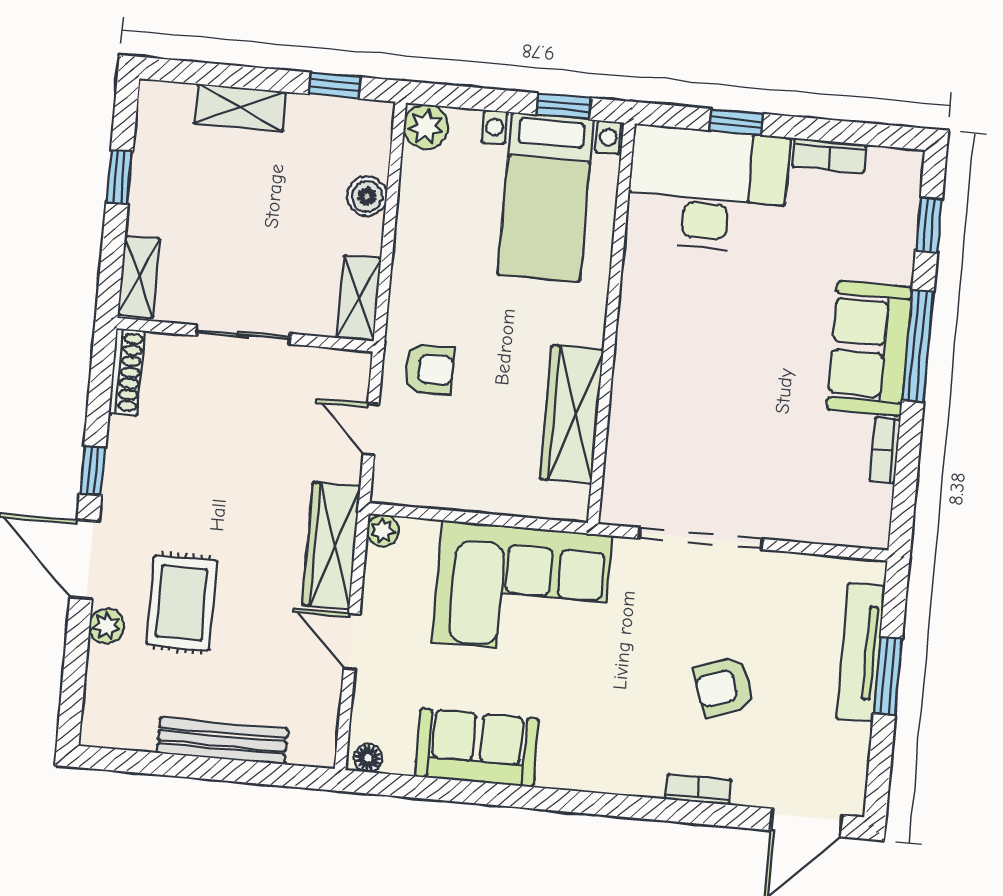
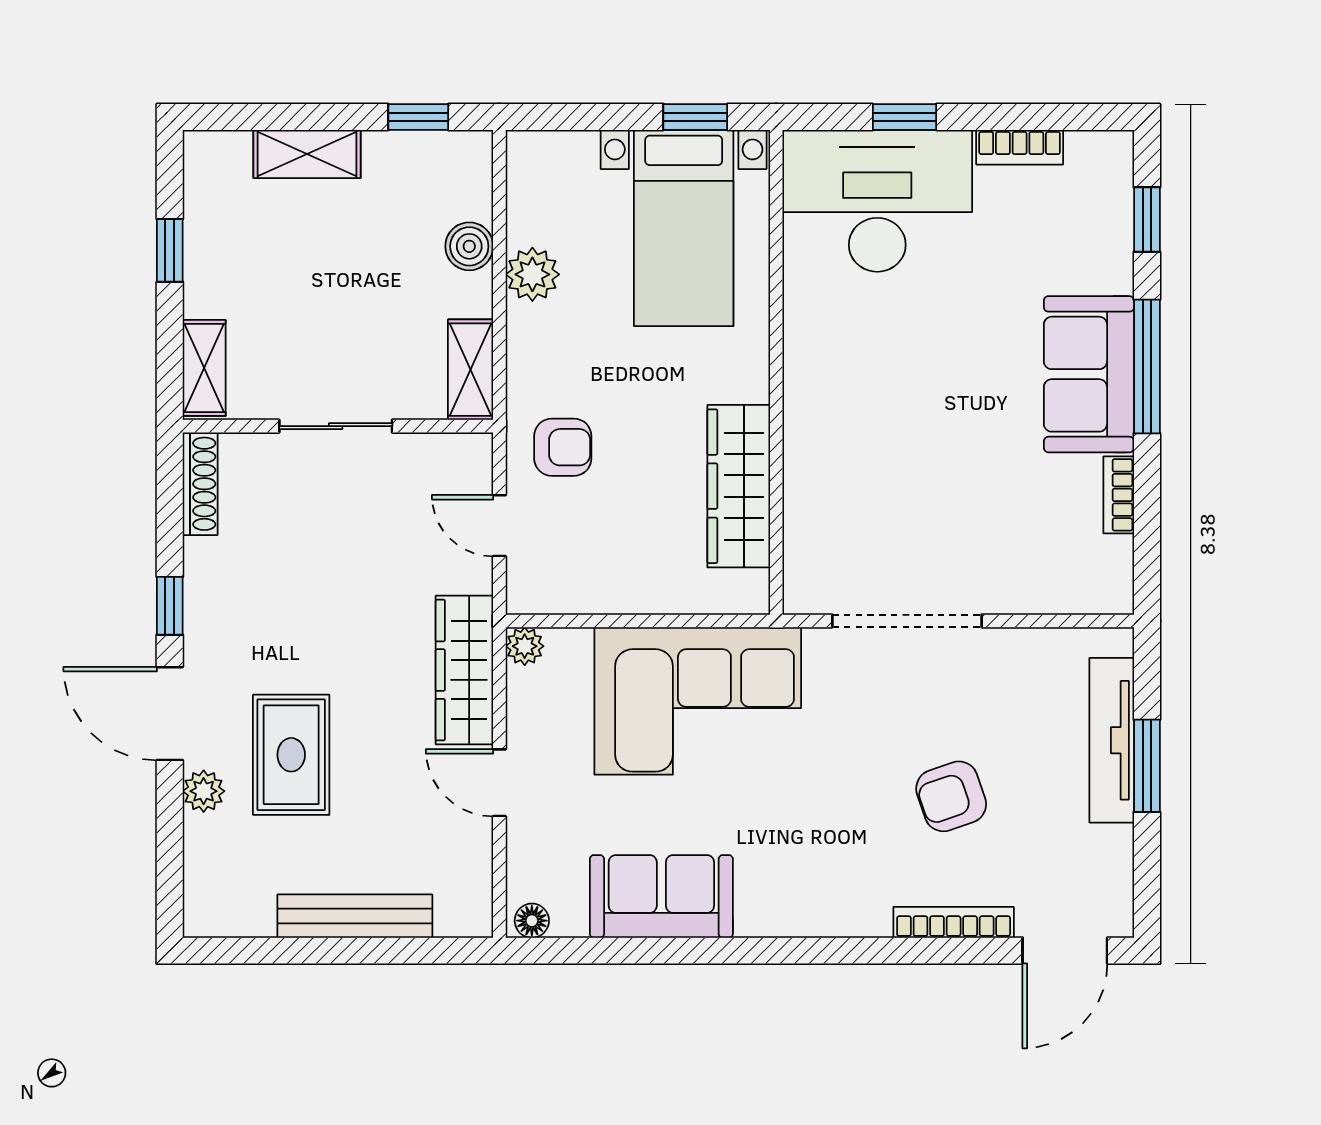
plant: (426, 127) -> (532, 274), moved
bookcase: (698, 789) -> (954, 922), width x1.56

